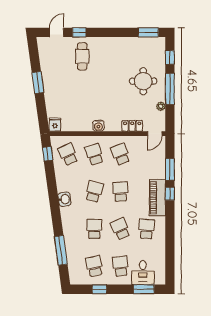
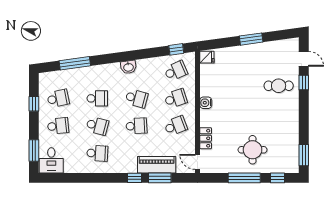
plant: (161, 106) -> (226, 168), removed
piano: (157, 198) -> (157, 165), moved
school desk: (120, 229) -> (97, 126), turned 39
desk: (143, 273) -> (51, 160), moved, turned -90

